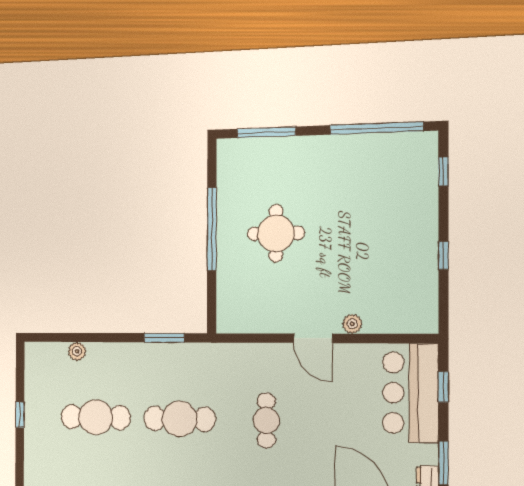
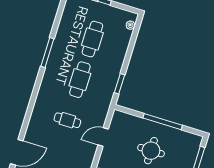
door: (313, 338) -> (103, 137), moved
plant: (77, 351) -> (130, 25), moved

